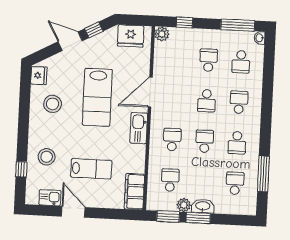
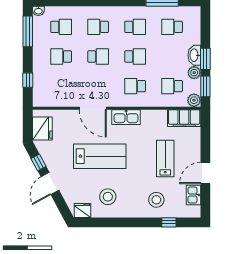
plant: (162, 34) -> (194, 100), moved
school desk: (205, 141) -> (135, 56), turned 180

